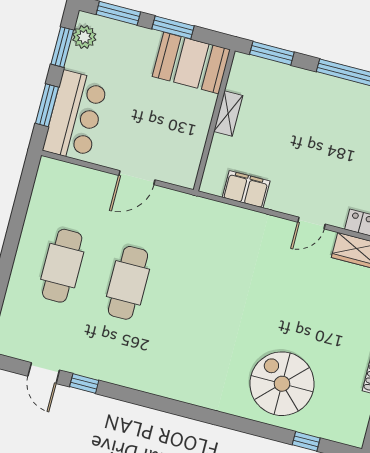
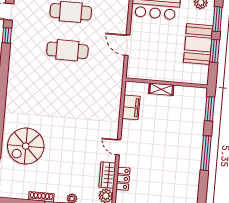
booth: (191, 63) -> (198, 44), moved
shelving: (228, 114) -> (161, 89), moved
spiral stairs: (282, 384) -> (26, 146), turned 180

